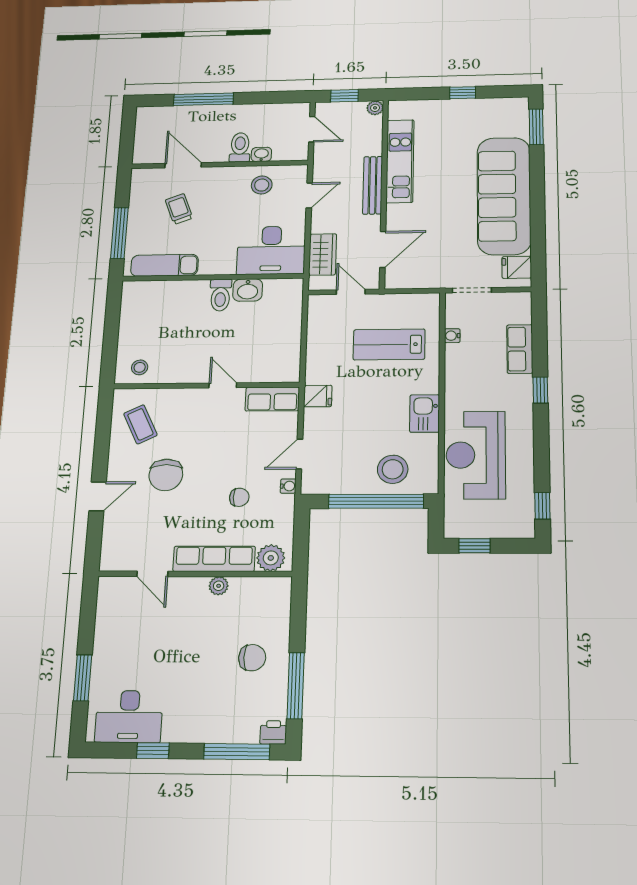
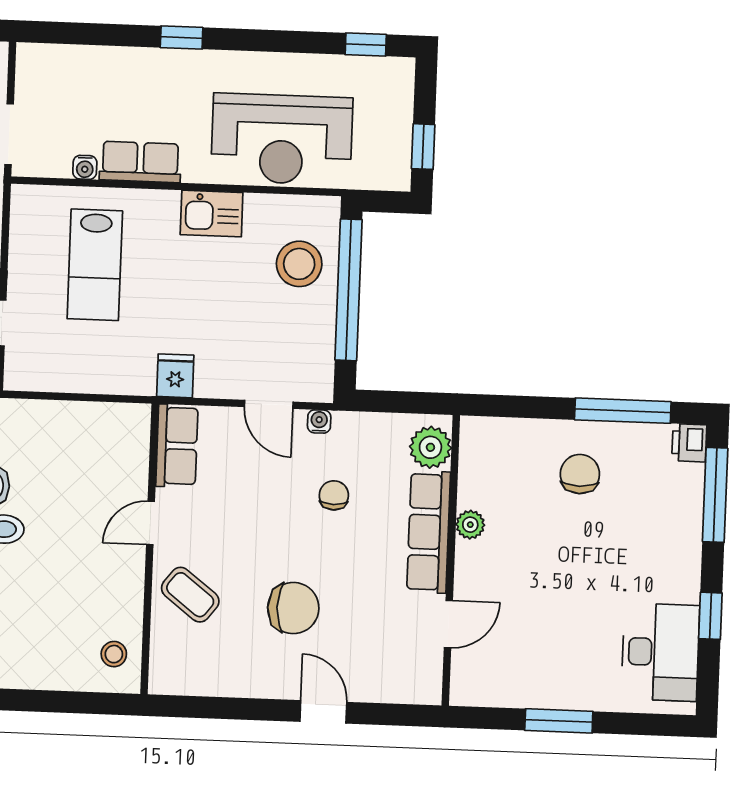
row of seats: (520, 349) -> (140, 162), moved, turned 180
coffee table: (140, 424) -> (190, 595), moved, turned 64
window: (83, 678) -> (559, 721), moved

